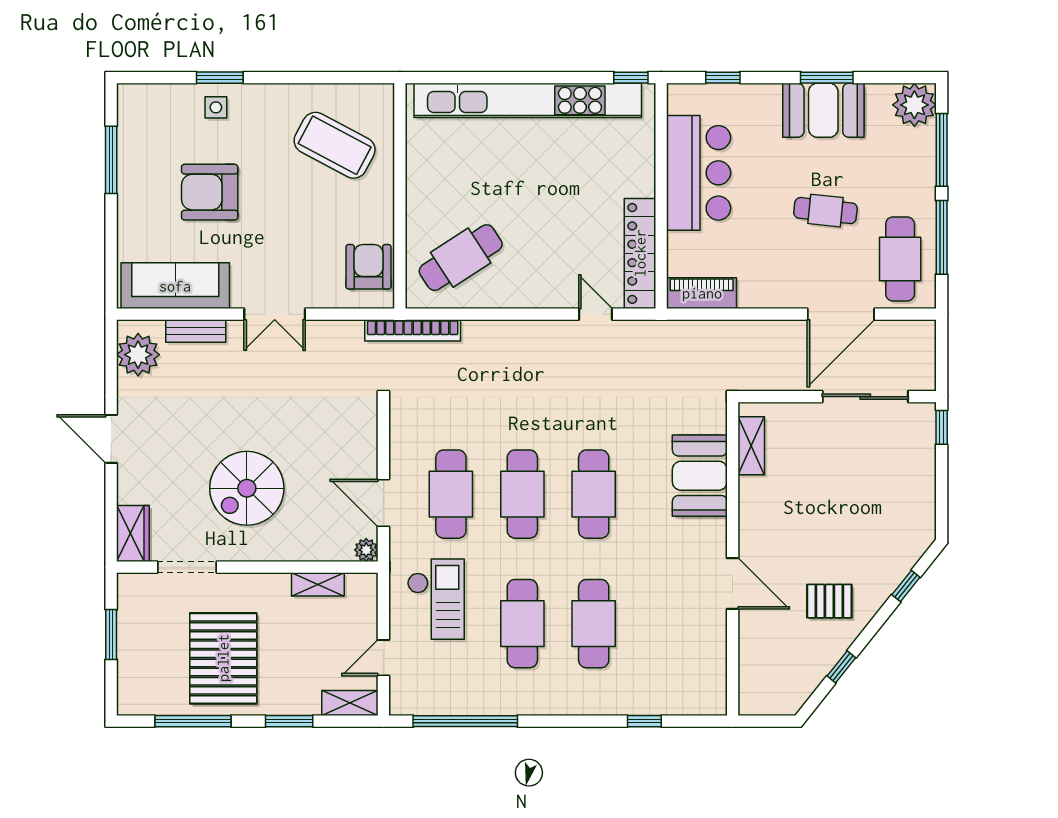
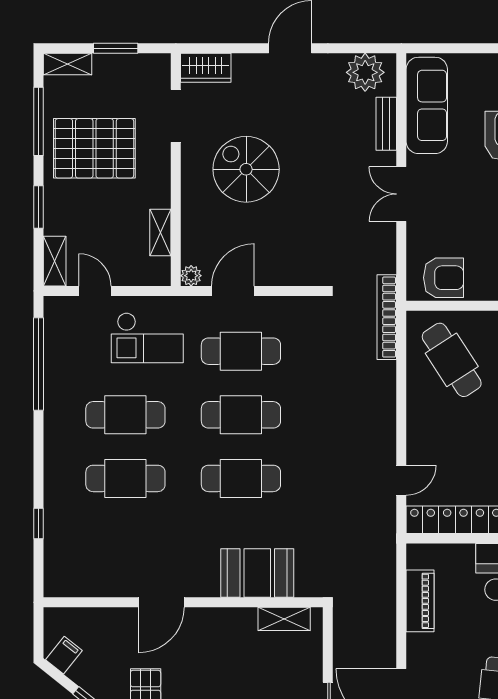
piano: (702, 293) -> (420, 601), moved
shelving: (129, 689) -> (68, 64), added
filing cabinet: (792, 693) -> (64, 655), added

